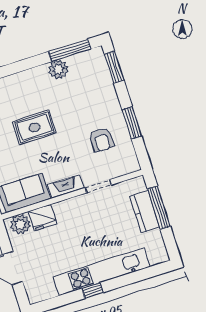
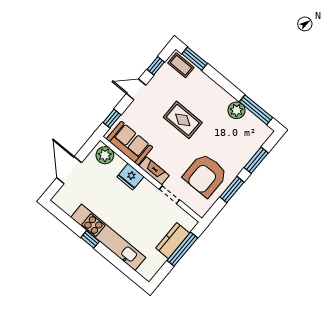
window: (114, 67) -> (256, 160), moved
armchair: (102, 140) -> (205, 175), width x1.88, depth x1.88
fridge: (42, 217) -> (130, 177), moved

